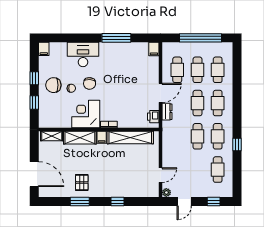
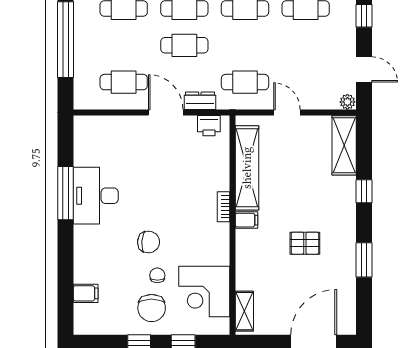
filing cabinet: (44, 49) -> (86, 293), moved
filing cabinet: (154, 49) -> (86, 125), removed
desk: (83, 54) -> (96, 196), moved
cafe table: (197, 70) -> (124, 45), removed
corner desk: (86, 114) -> (204, 291), moved
cafe table: (197, 136) -> (245, 82), moved
shelving: (80, 138) -> (344, 145), moved
door: (161, 175) -> (287, 112), moved
pallet: (82, 183) -> (305, 243), moved

